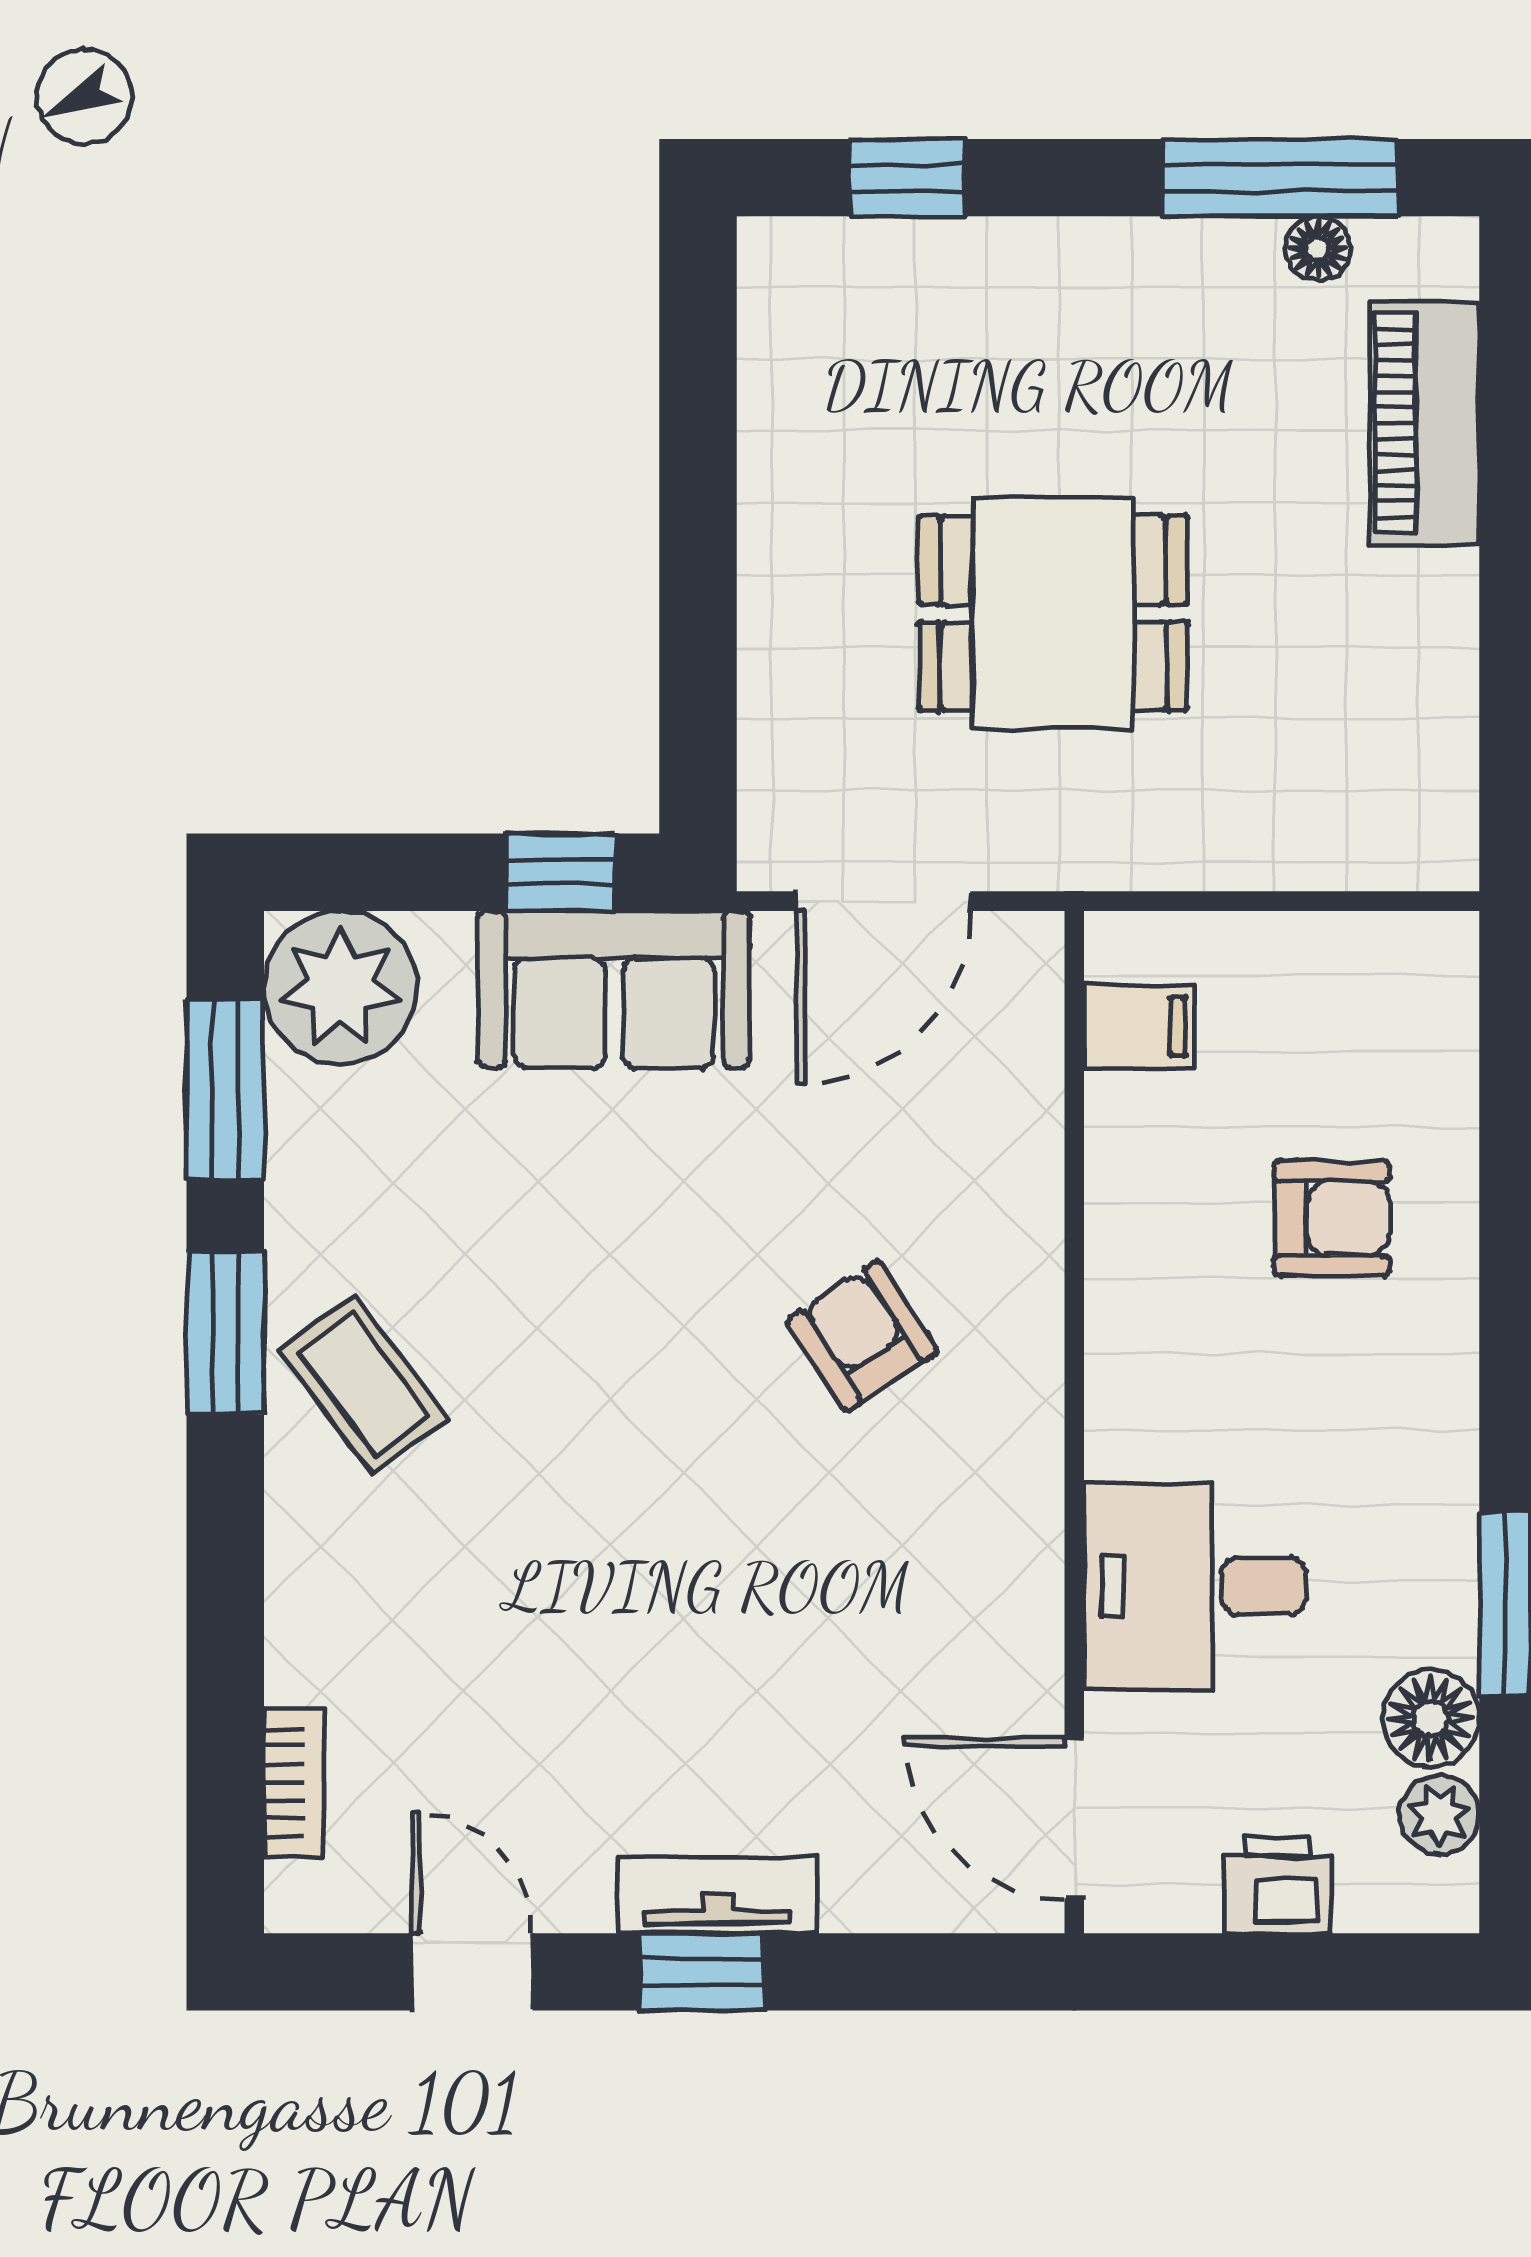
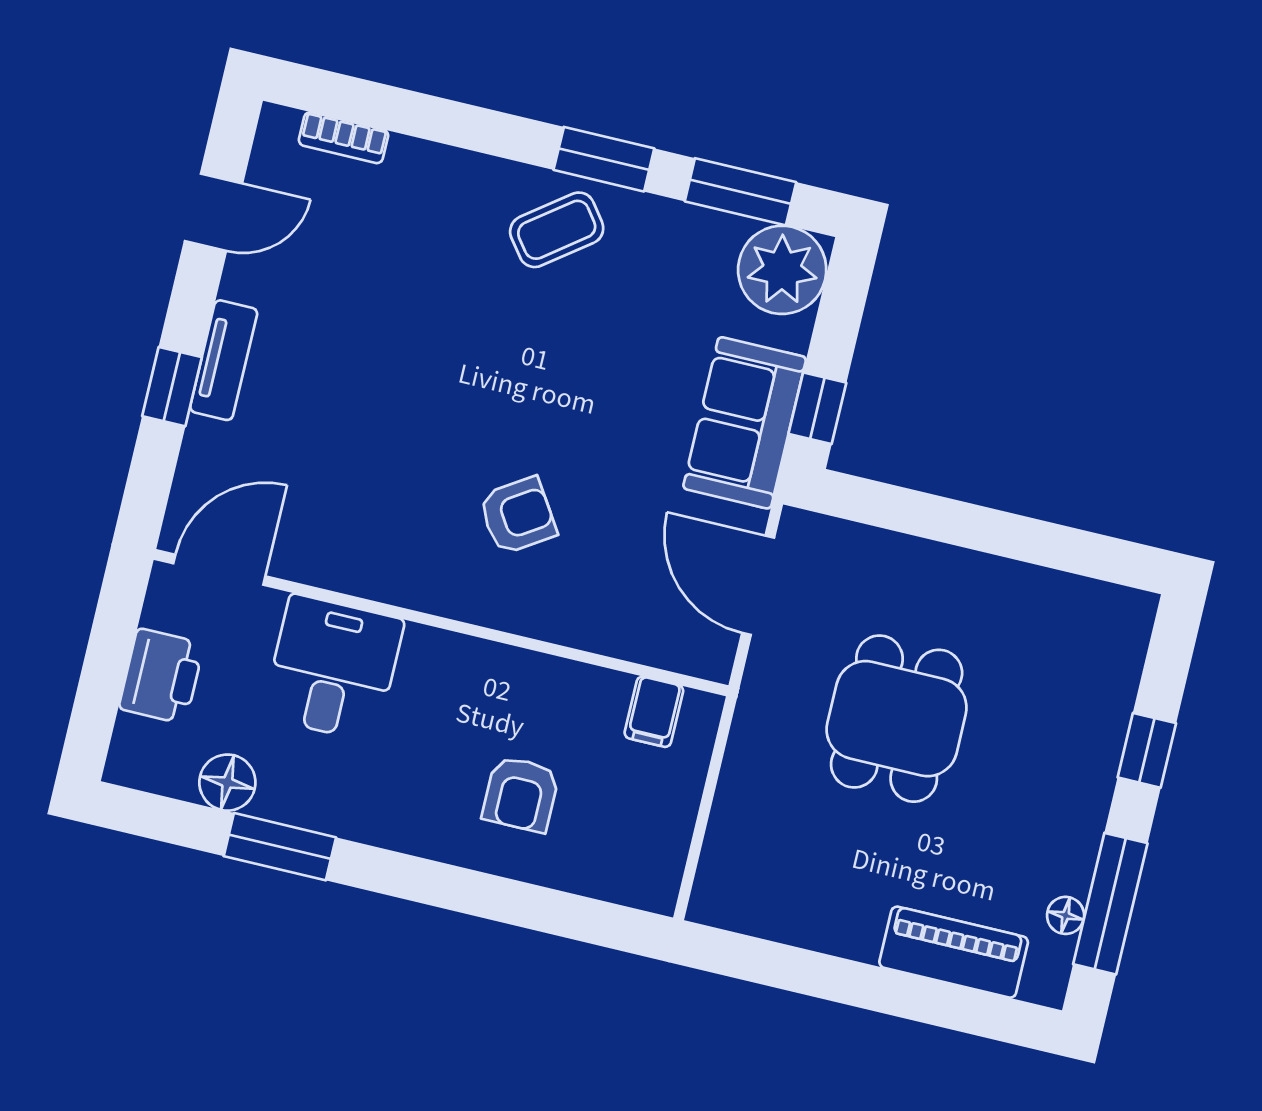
window: (907, 178) -> (1147, 750), moved
plant: (1440, 1815) -> (172, 775), removed
printer: (1277, 1885) -> (161, 676), width x1.36, depth x1.24
window: (702, 1972) -> (172, 387), moved

